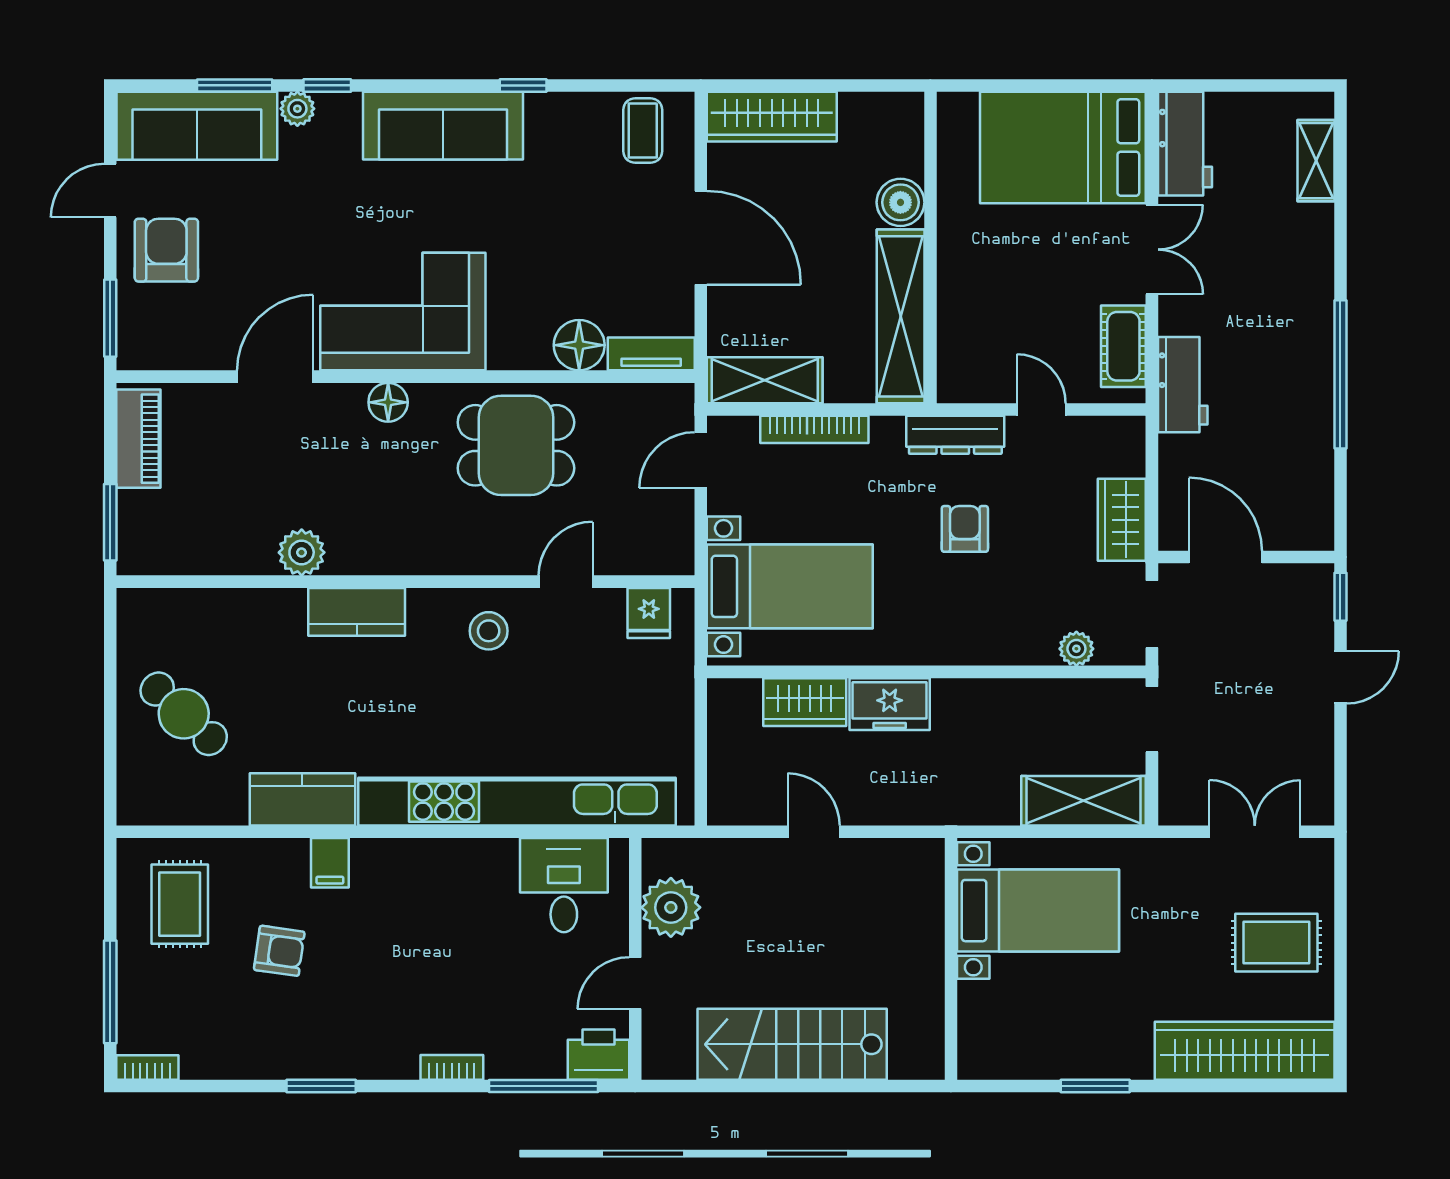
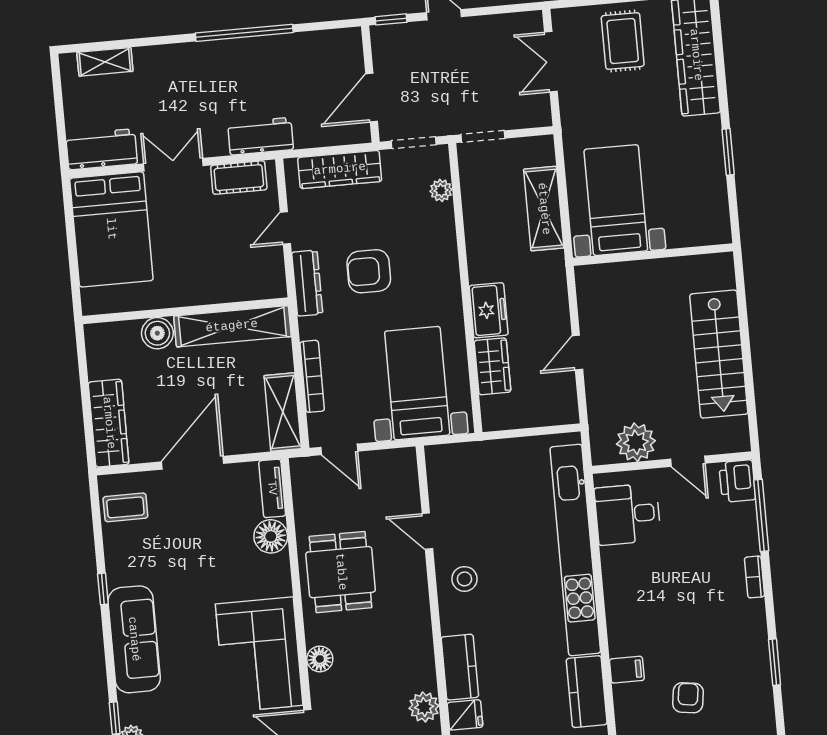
wardrobe: (1122, 520) -> (340, 169), width x1.50
armchair: (965, 529) -> (369, 271), width x1.38, depth x1.38
fridge: (649, 613) -> (465, 715), moved
shelving: (1084, 801) -> (544, 209), moved

